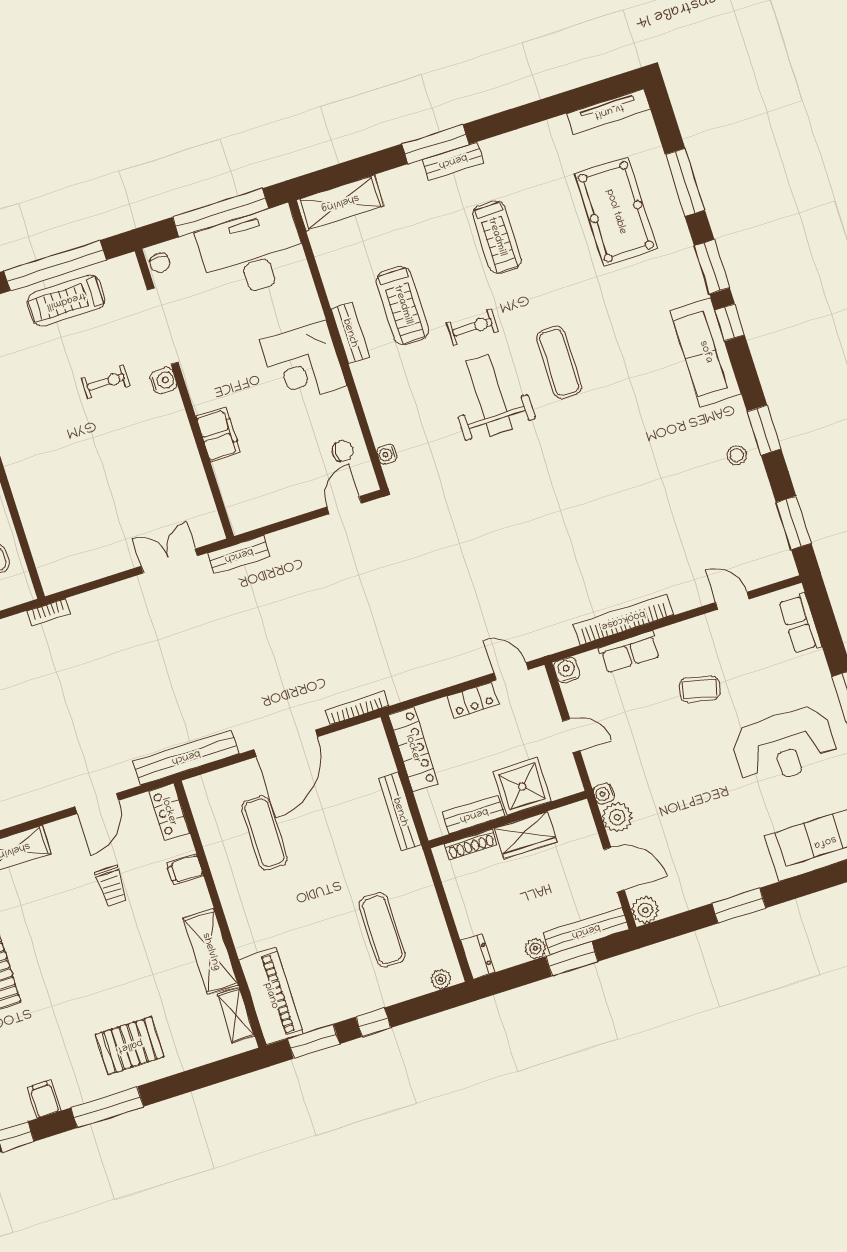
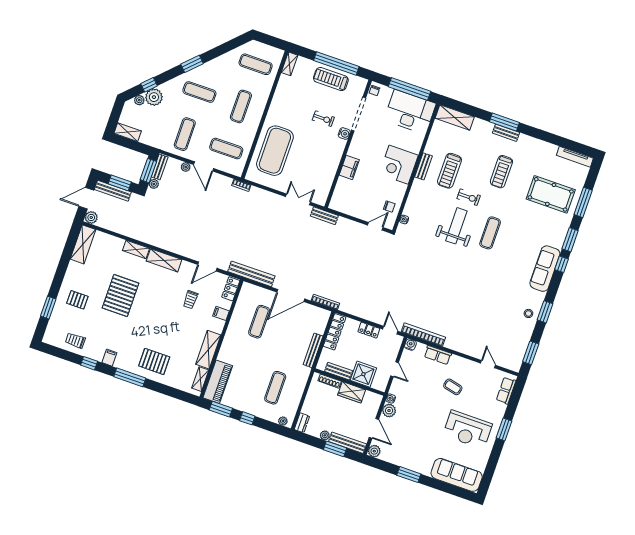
pool table: (616, 212) -> (551, 194), turned 90
exercise mat: (62, 505) -> (275, 151), added
bookcase: (623, 620) -> (423, 335), moved

